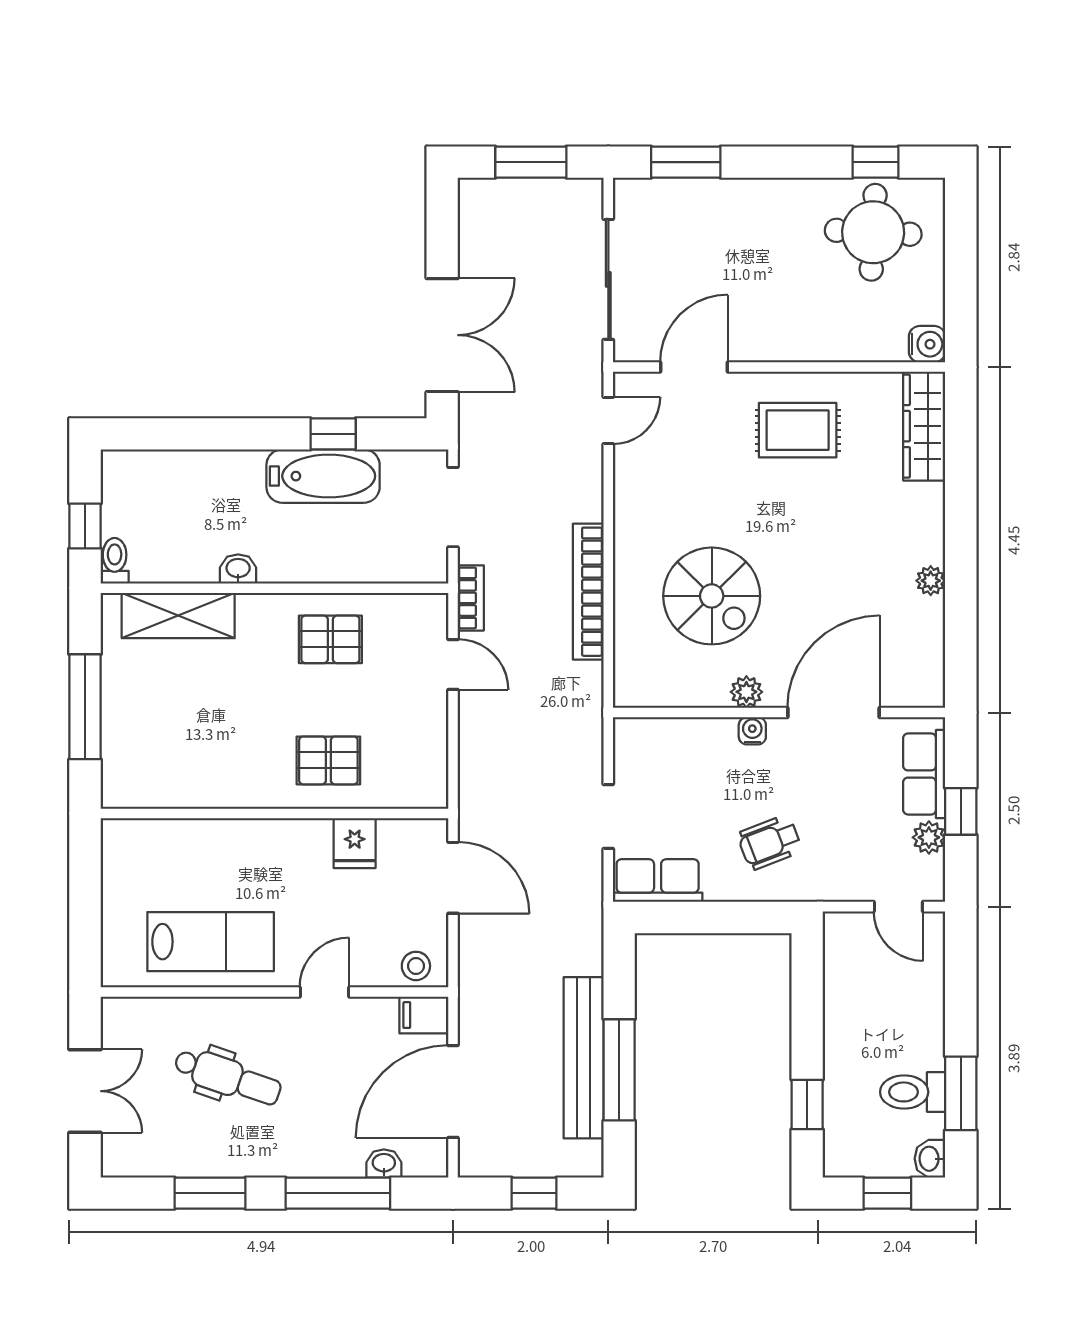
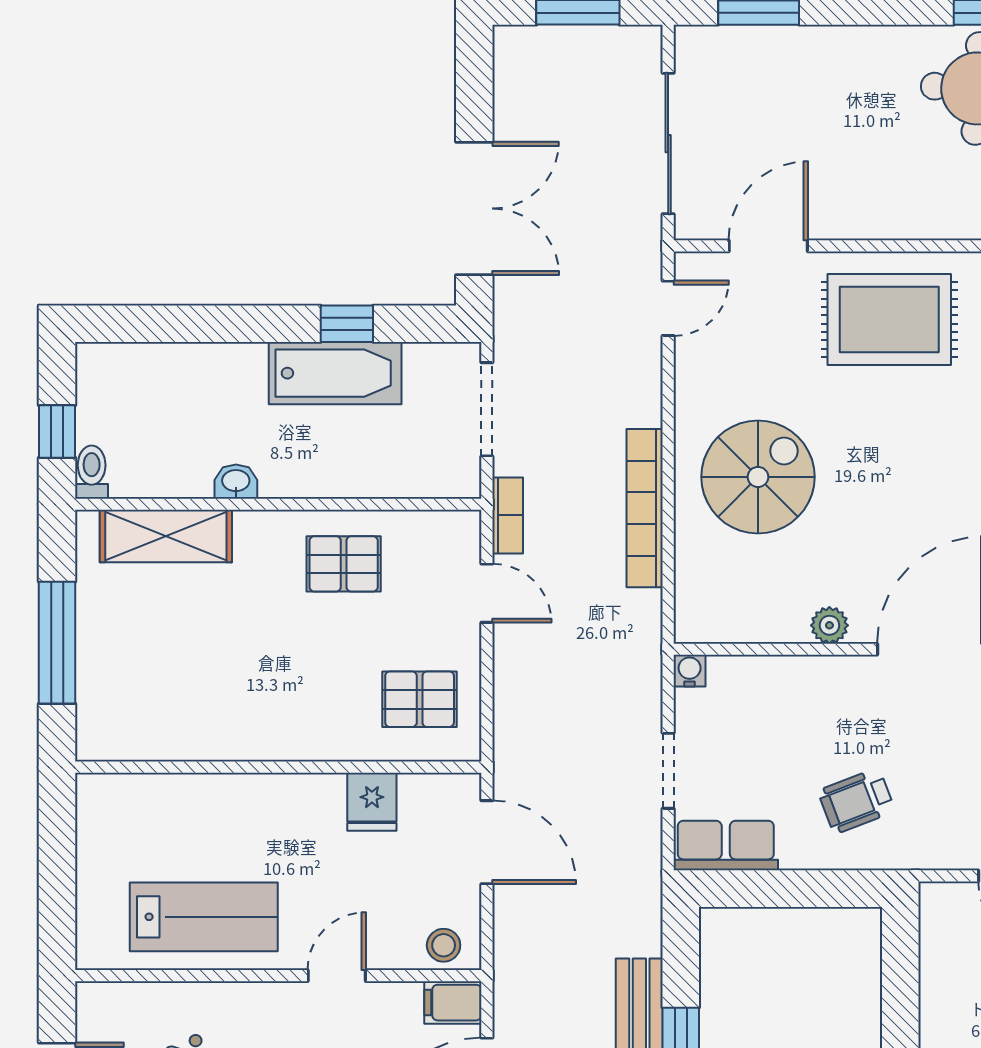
rug: (798, 430) -> (889, 320), width x1.36, depth x1.43
spiral stairs: (712, 596) -> (758, 477), moved, turned -90
water cooler: (752, 731) -> (690, 671), moved
pallet: (328, 760) -> (420, 699), moved

